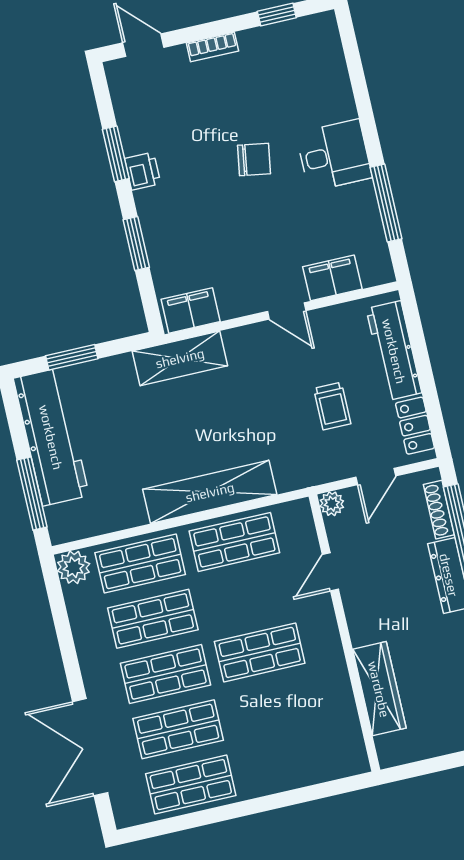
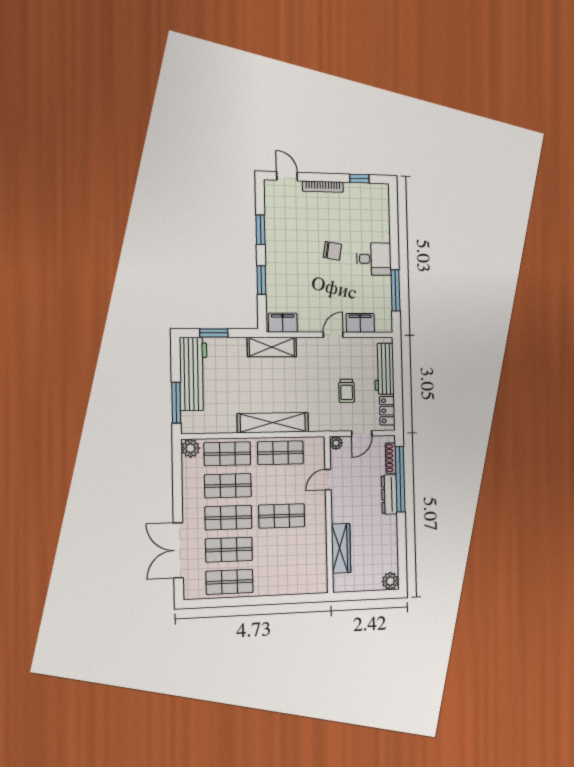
bookcase: (212, 47) -> (323, 187), width x1.56
printer: (143, 171) -> (273, 242), removed
door: (287, 311) -> (333, 335), swing flipped

